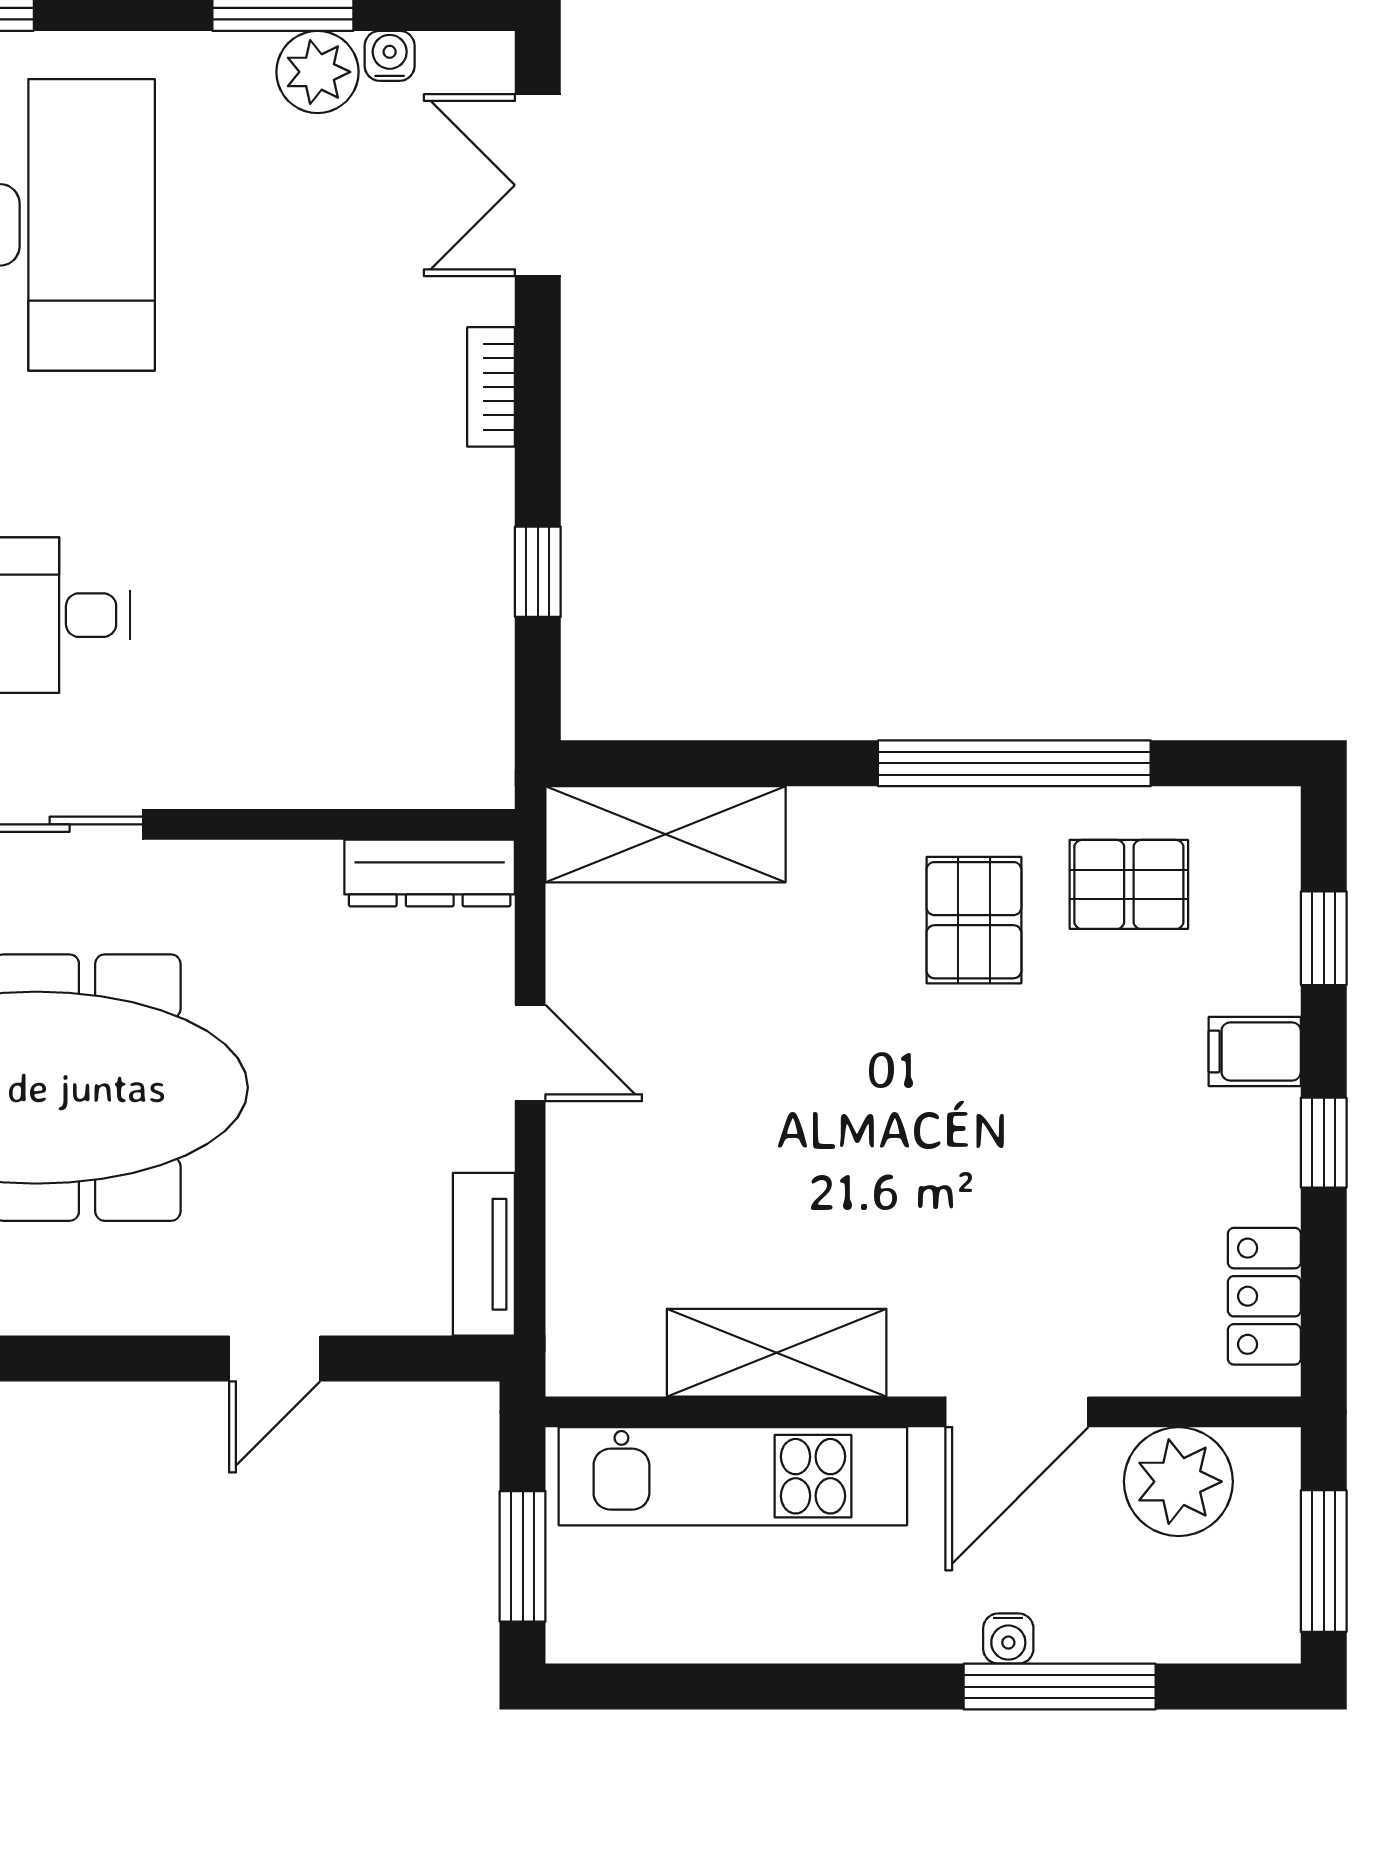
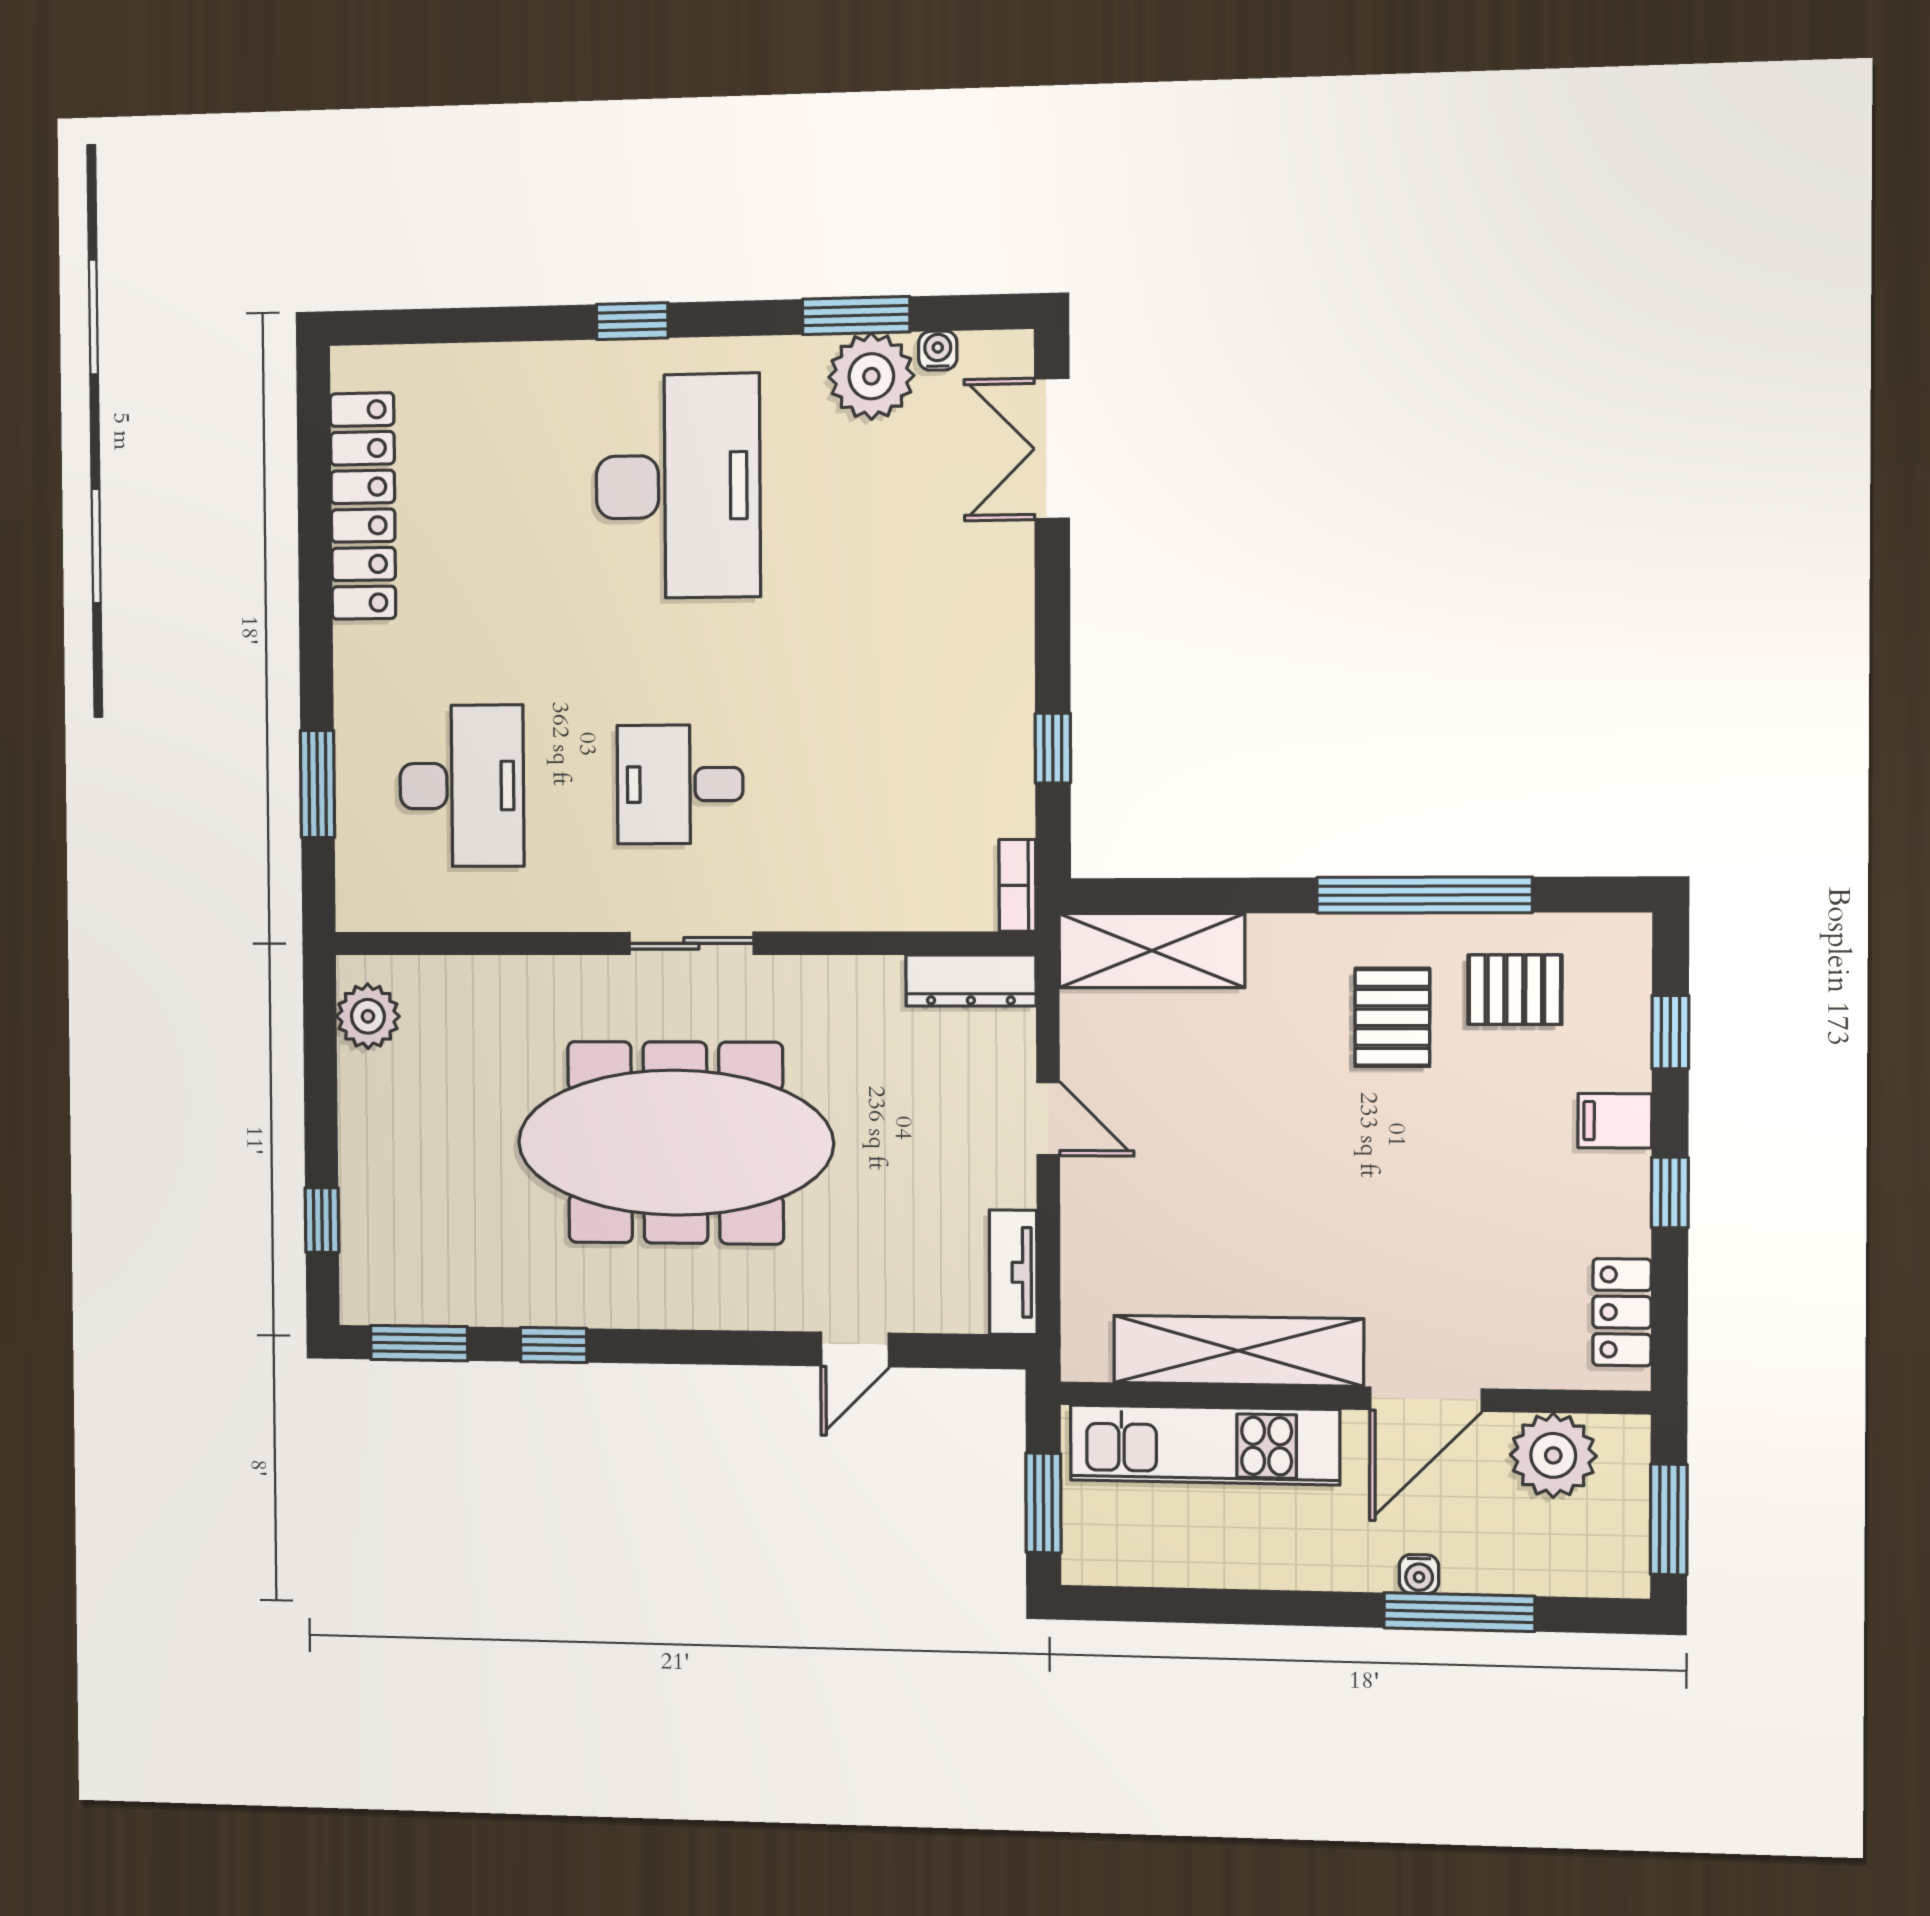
plant: (317, 72) -> (871, 376), width x1.36, depth x1.36
bookcase: (491, 387) -> (1017, 885), moved
shelving: (777, 1353) -> (1238, 1351), width x1.47

